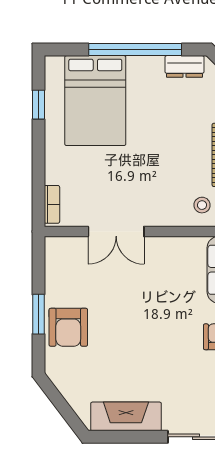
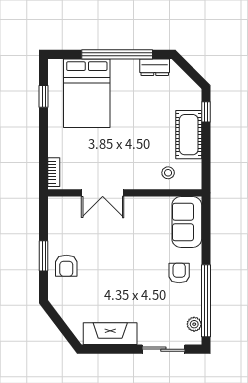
armchair: (68, 327) -> (66, 266), width x0.72, depth x0.72

